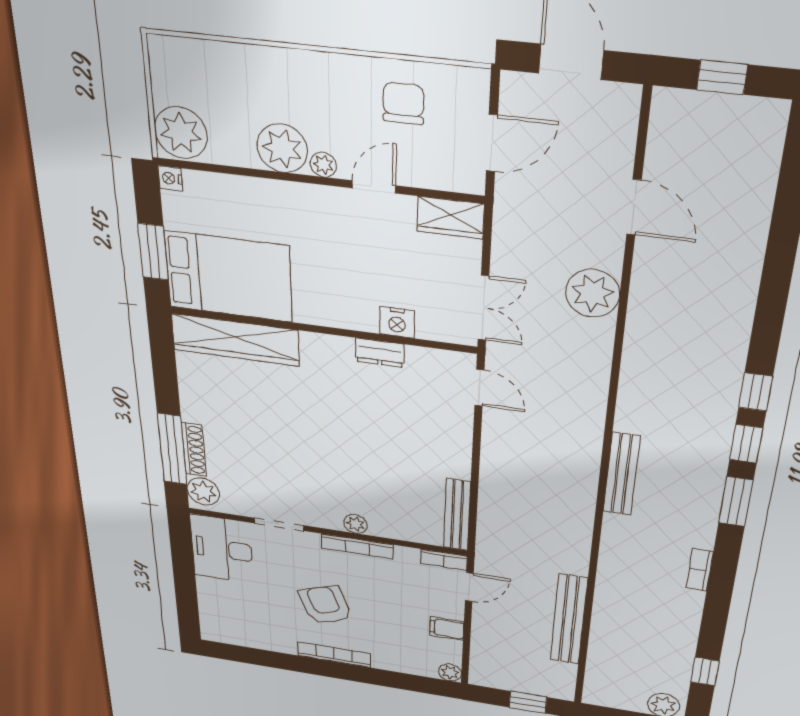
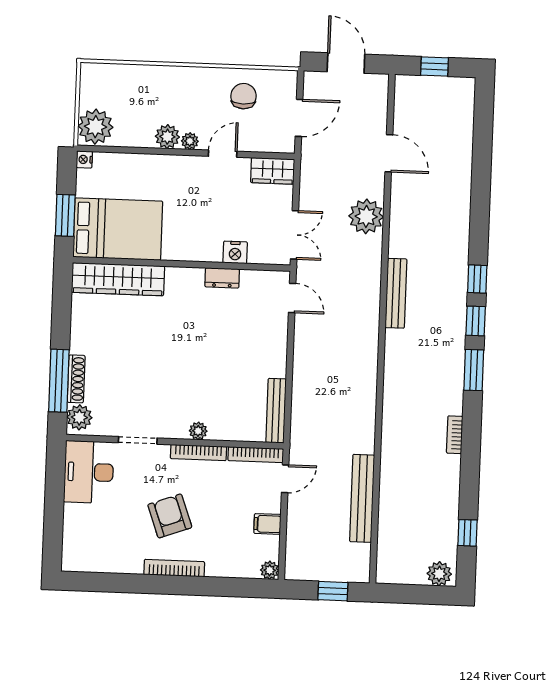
plant: (282, 148) -> (167, 137), width x0.73, depth x0.73
bench: (622, 474) -> (396, 293), moved
bookcase: (444, 560) -> (256, 455), width x1.56

